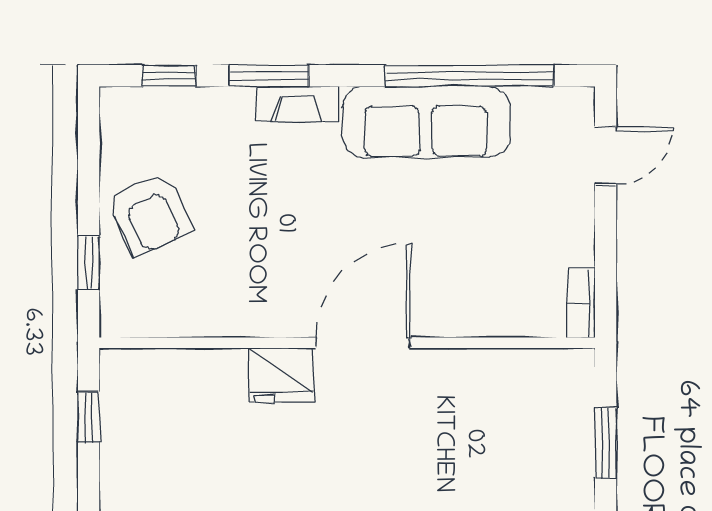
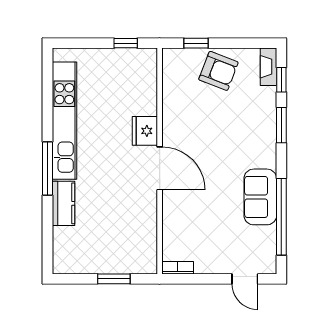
fireplace: (298, 104) -> (268, 67), moved
sofa: (426, 122) -> (260, 197), width x0.73
armchair: (150, 214) -> (218, 71), turned -134

